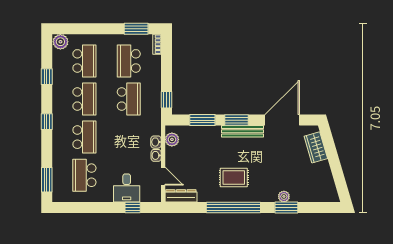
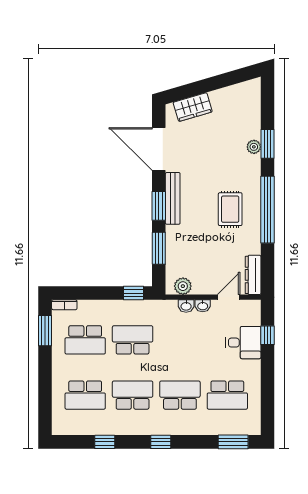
plant: (60, 42) -> (61, 425), removed
school desk: (84, 61) -> (85, 395), turned 180

